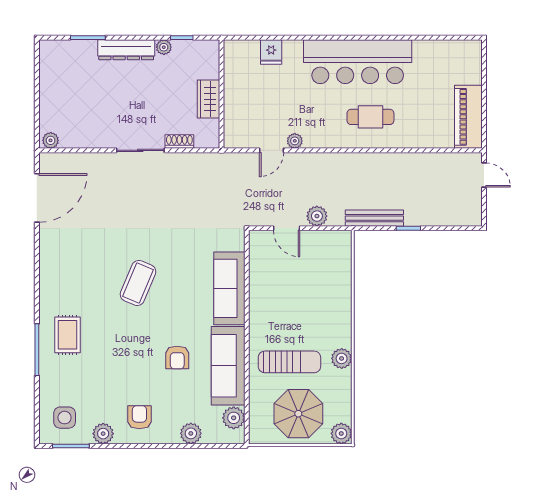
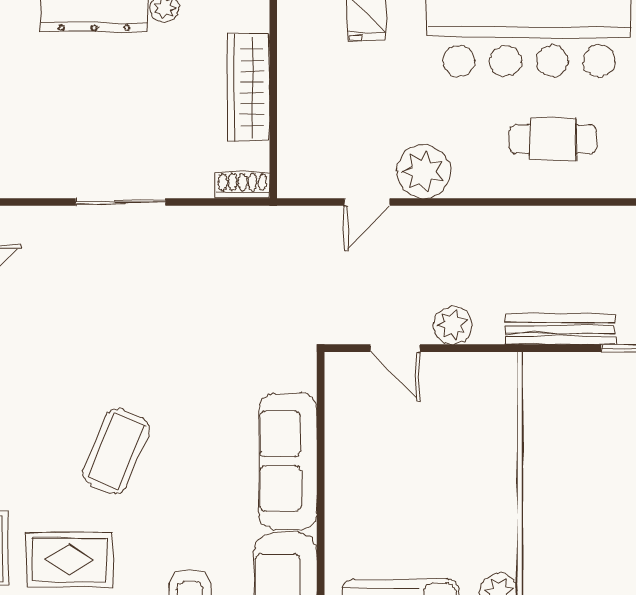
wardrobe: (209, 99) -> (249, 88), width x1.50
plant: (295, 141) -> (423, 171), width x1.87, depth x1.87
shoe rack: (179, 142) -> (243, 185), moved
rug: (113, 341) -> (70, 560), added

